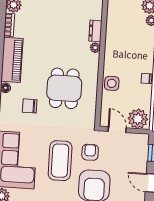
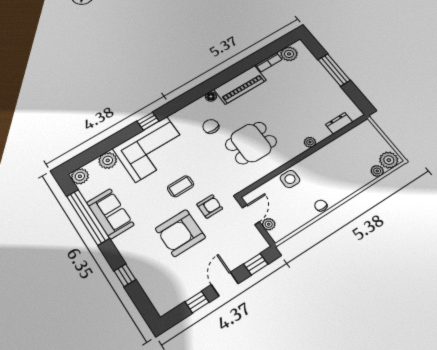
dresser: (95, 31) -> (339, 123), moved
plant: (138, 119) -> (269, 224), width x0.53, depth x0.53
coffee table: (60, 161) -> (181, 186), width x0.54, depth x0.58

